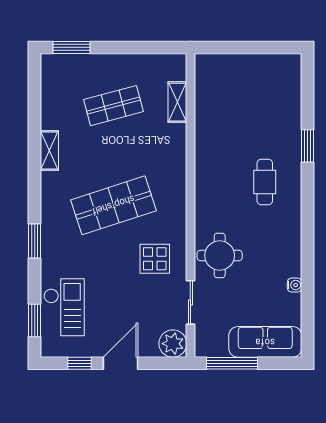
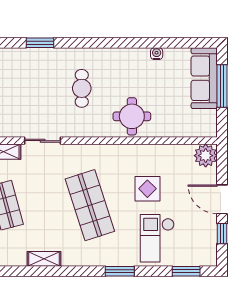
cafe table: (265, 182) -> (82, 88), moved, turned 90
display table: (155, 259) -> (147, 189), moved
sliding door: (190, 302) -> (43, 141), moved
checkout: (64, 307) -> (157, 238), moved, turned -90
window: (232, 363) -> (222, 86), moved

